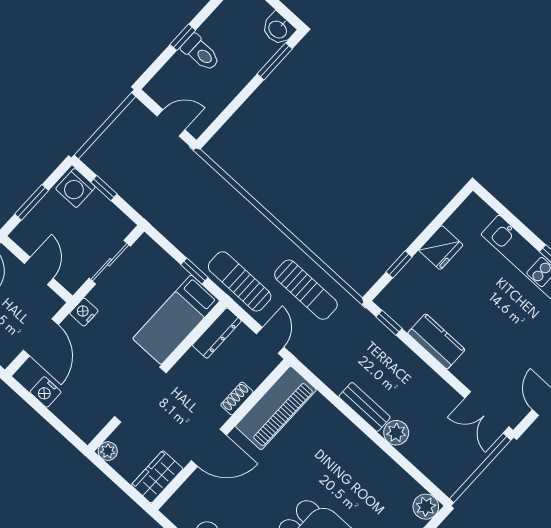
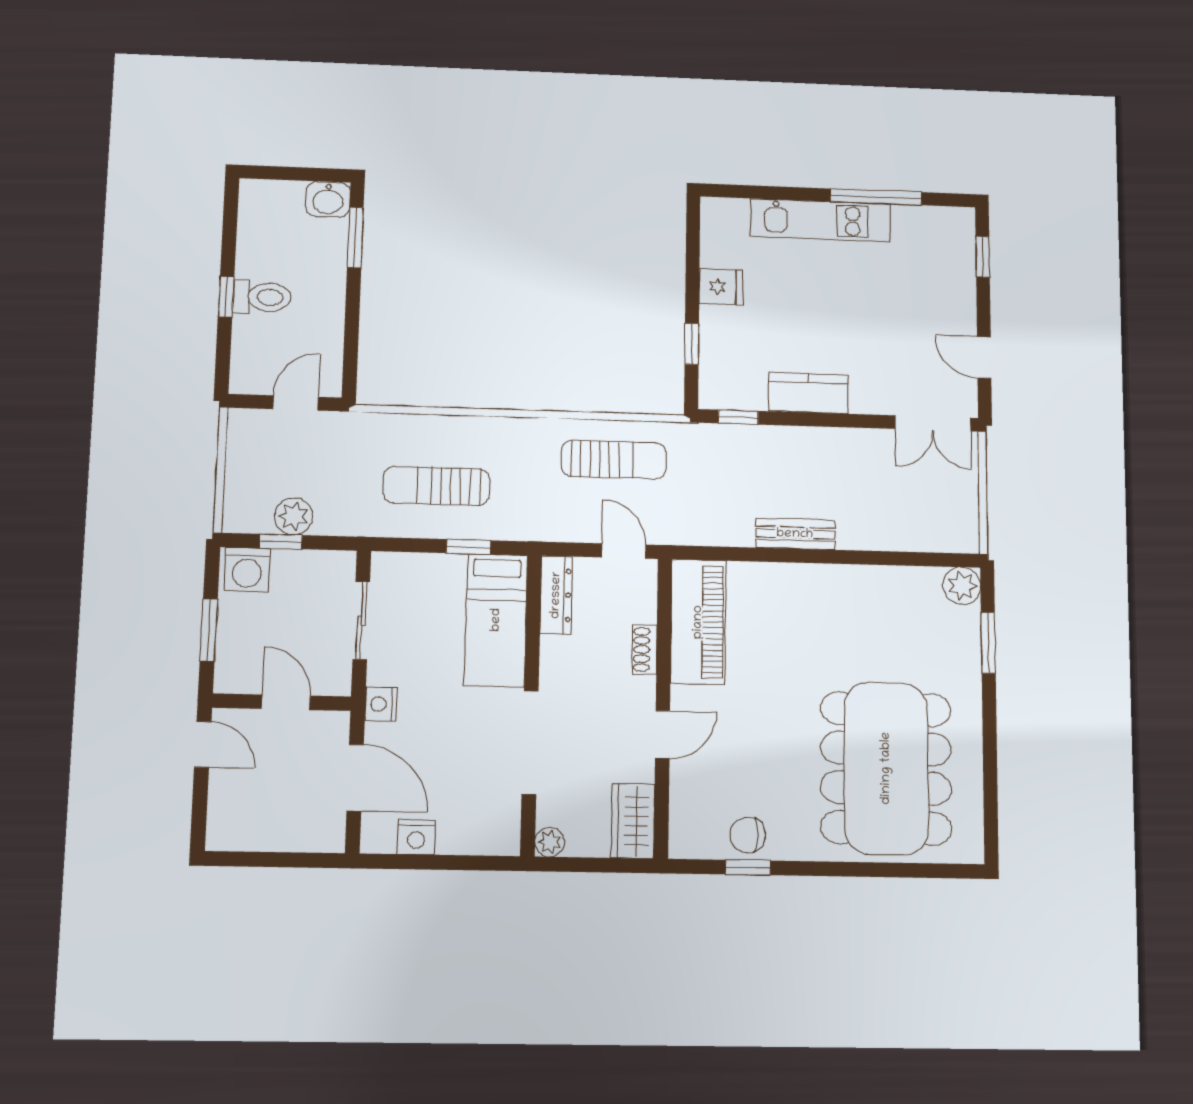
fridge: (441, 248) -> (721, 287), width x0.72
sun lounger: (240, 281) -> (437, 486), moved
plant: (396, 433) -> (294, 516), moved
door: (209, 448) -> (663, 734), width x0.73

